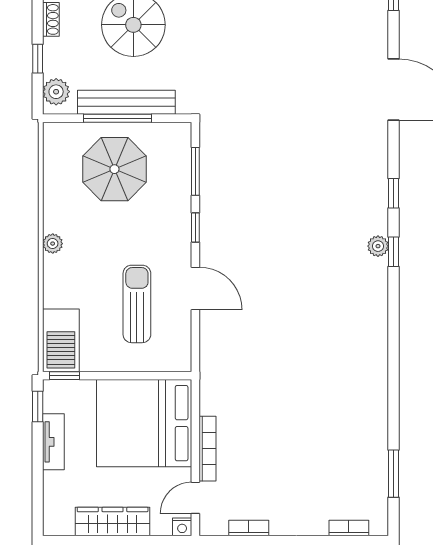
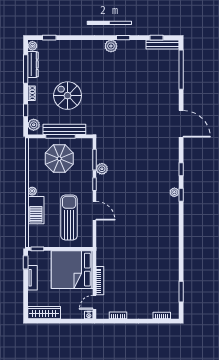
plant: (212, 192) -> (102, 169), added
sun lounger: (137, 304) -> (69, 217), width x1.36, depth x1.34
barbecue: (61, 340) -> (36, 210), moved
wardrobe: (113, 522) -> (44, 313), moved

